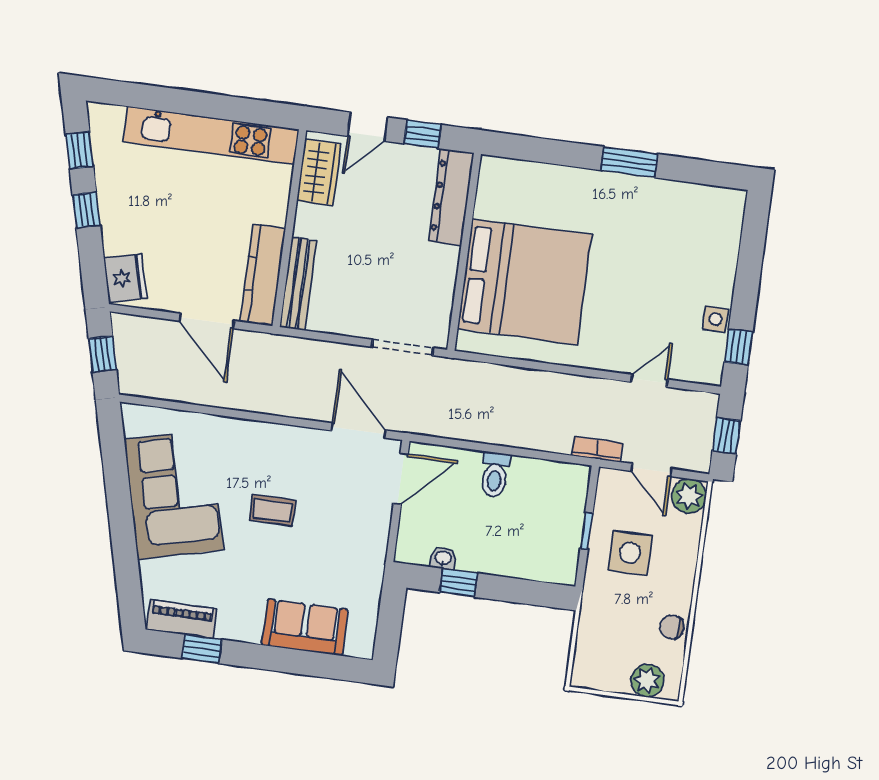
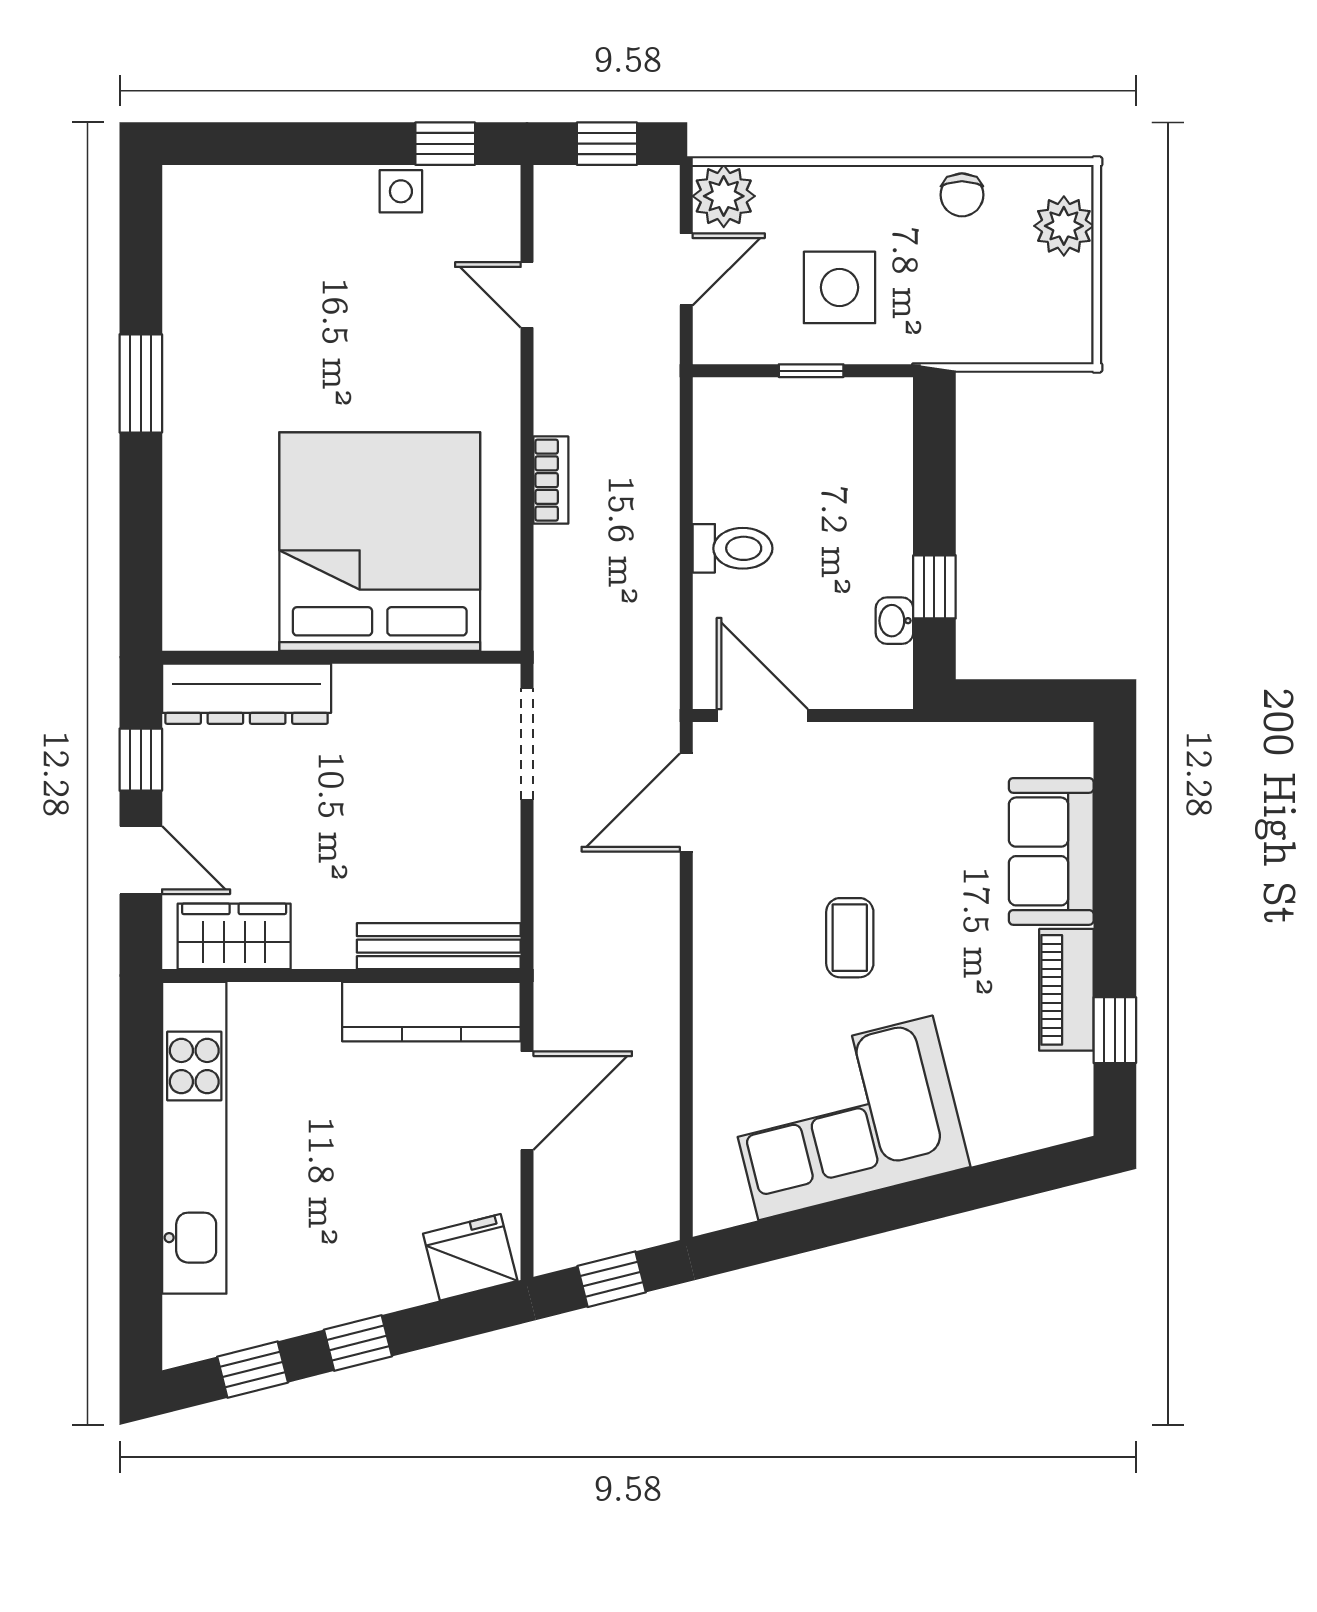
bookcase: (597, 449) -> (551, 480), moved, turned 180
piano: (182, 619) -> (1066, 990), moved

